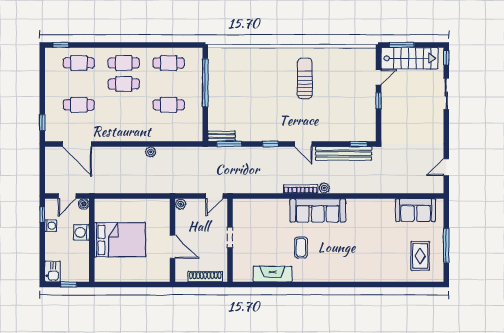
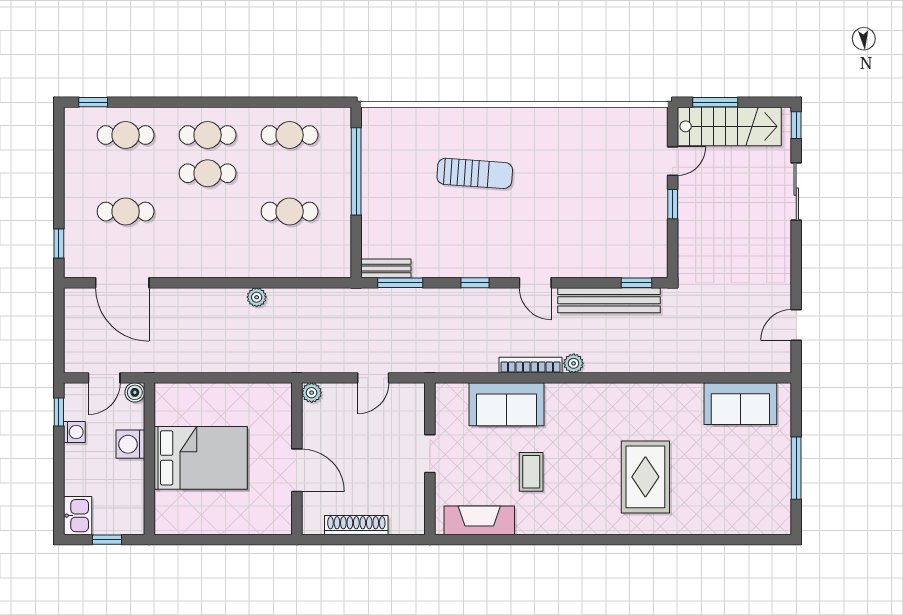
sun lounger: (305, 78) -> (475, 173), moved, turned 94
sofa: (318, 210) -> (507, 404), moved, width x0.73
doorway: (230, 238) -> (430, 454), moved
wall: (230, 240) -> (430, 459), moved
rug: (420, 256) -> (645, 477), moved, width x1.36, depth x1.43

